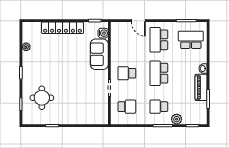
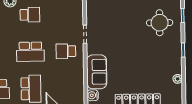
school desk: (127, 73) -> (66, 51), turned 180
school desk: (159, 73) -> (30, 52), turned 90
school desk: (127, 107) -> (65, 14), removed

